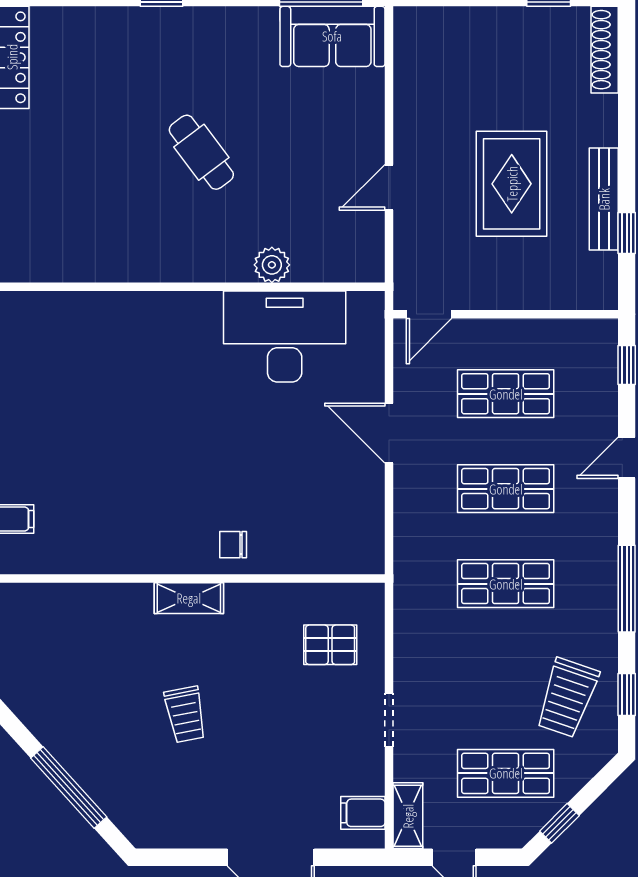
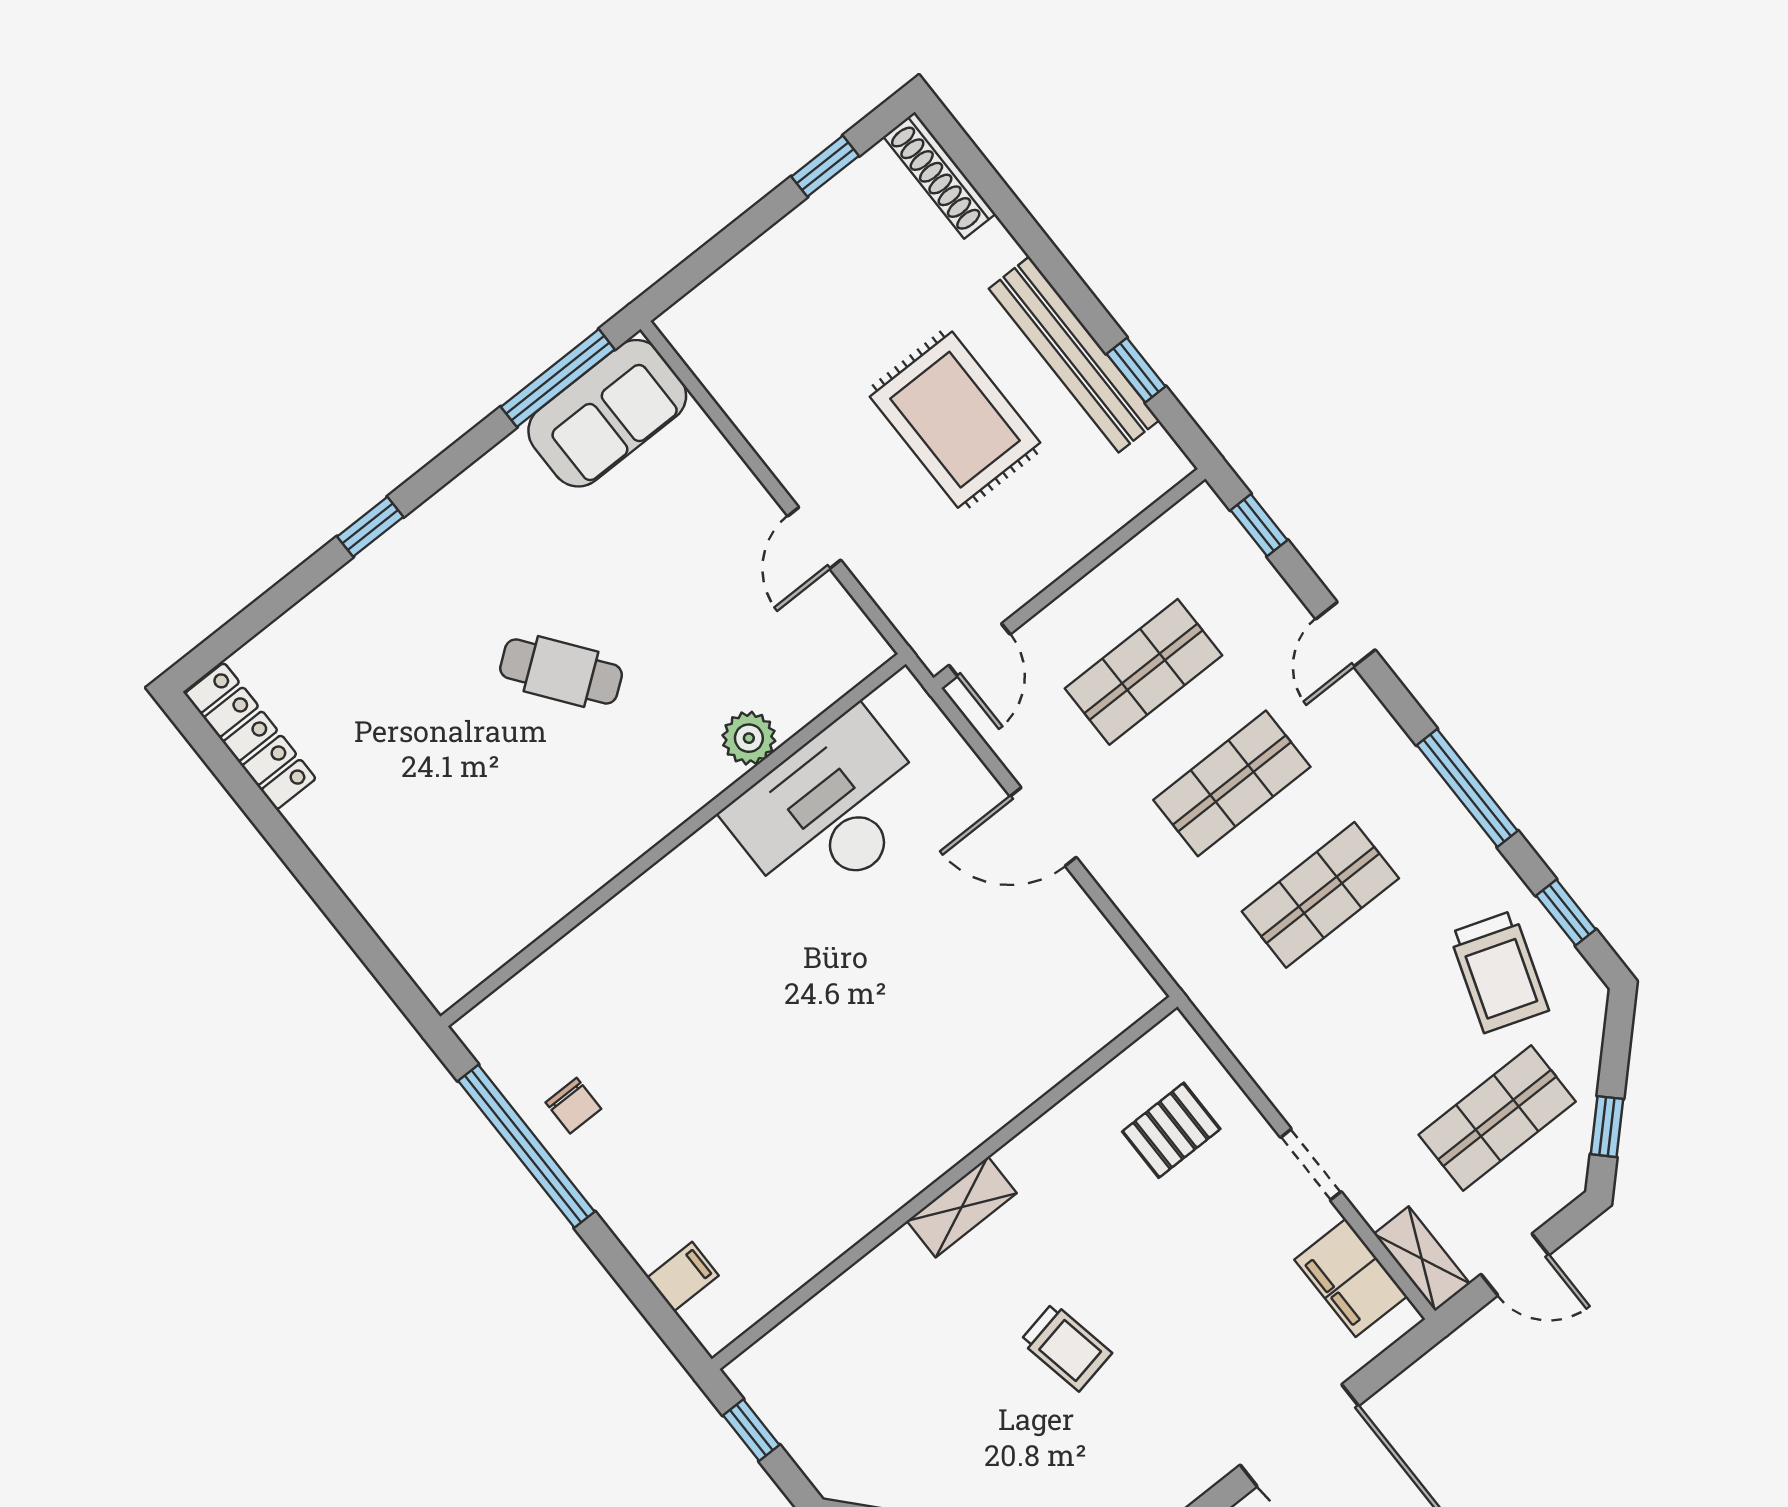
bench: (604, 199) -> (1074, 354), width x1.37, depth x1.21
chair: (233, 545) -> (573, 1106), moved, turned -90
filing cabinet: (363, 813) -> (1351, 1278), width x2.00

